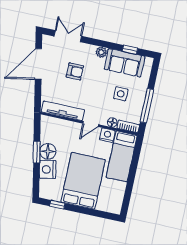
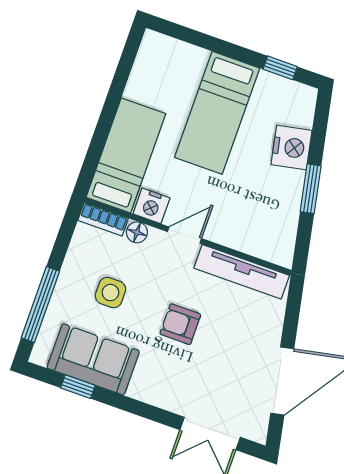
plant: (101, 52) -> (141, 389), removed
armchair: (75, 71) -> (180, 324), moved
window: (147, 106) -> (40, 305), moved
floor lamp: (48, 151) -> (286, 187), removed
bed: (83, 181) -> (217, 113), width x0.67

